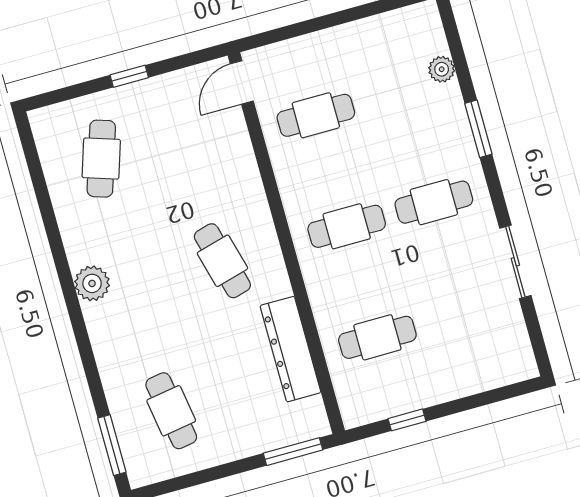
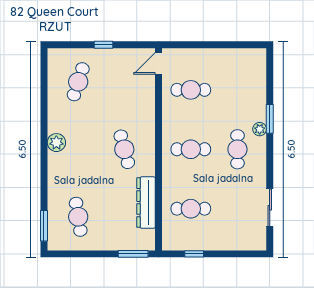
plant: (442, 69) -> (260, 129), moved
cafe table: (434, 202) -> (237, 149), turned 90
sliding door: (515, 262) -> (270, 208), moved

